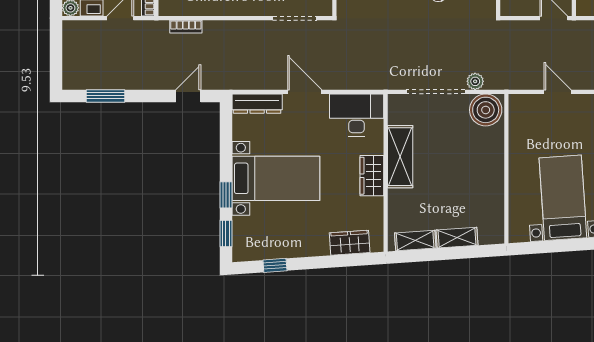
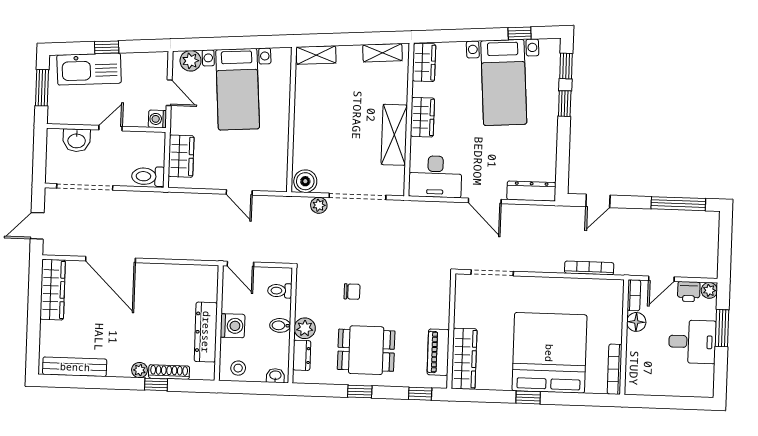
bookcase: (186, 27) -> (589, 268), width x1.56
window: (105, 96) -> (678, 204), width x1.44
boiler: (486, 110) -> (305, 181), width x0.73, depth x0.73
bed with nightstands: (276, 178) -> (504, 82), moved, turned -94
shelving: (457, 238) -> (316, 55), moved
wardrobe: (350, 243) -> (424, 62), moved, turned -86

